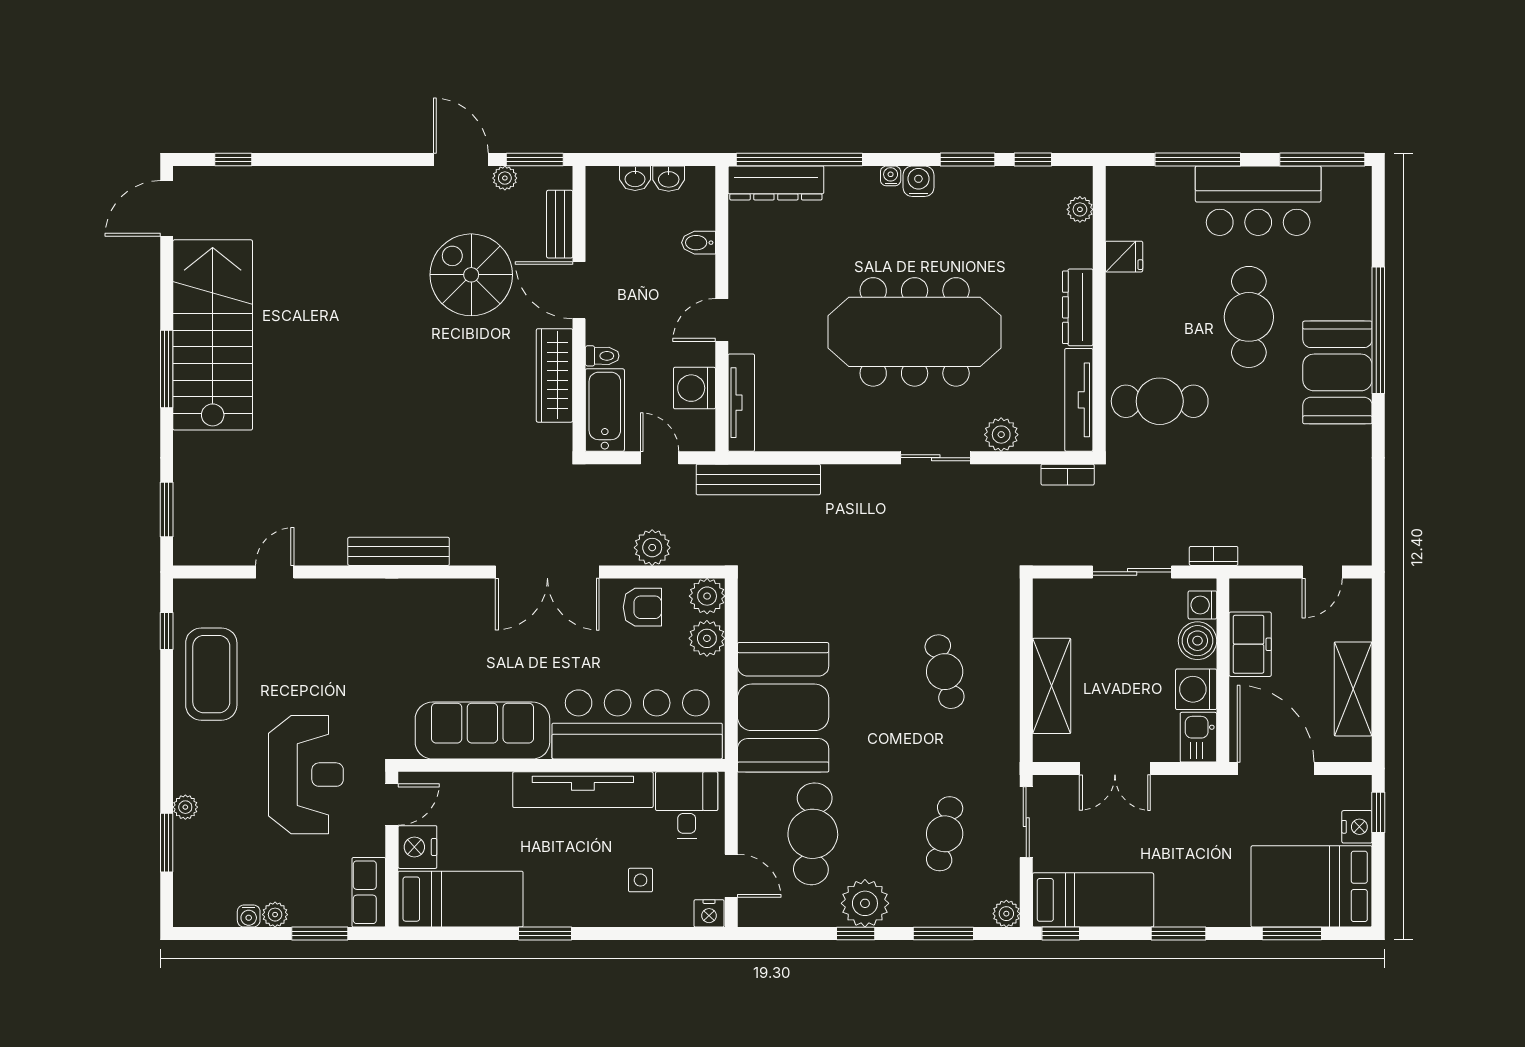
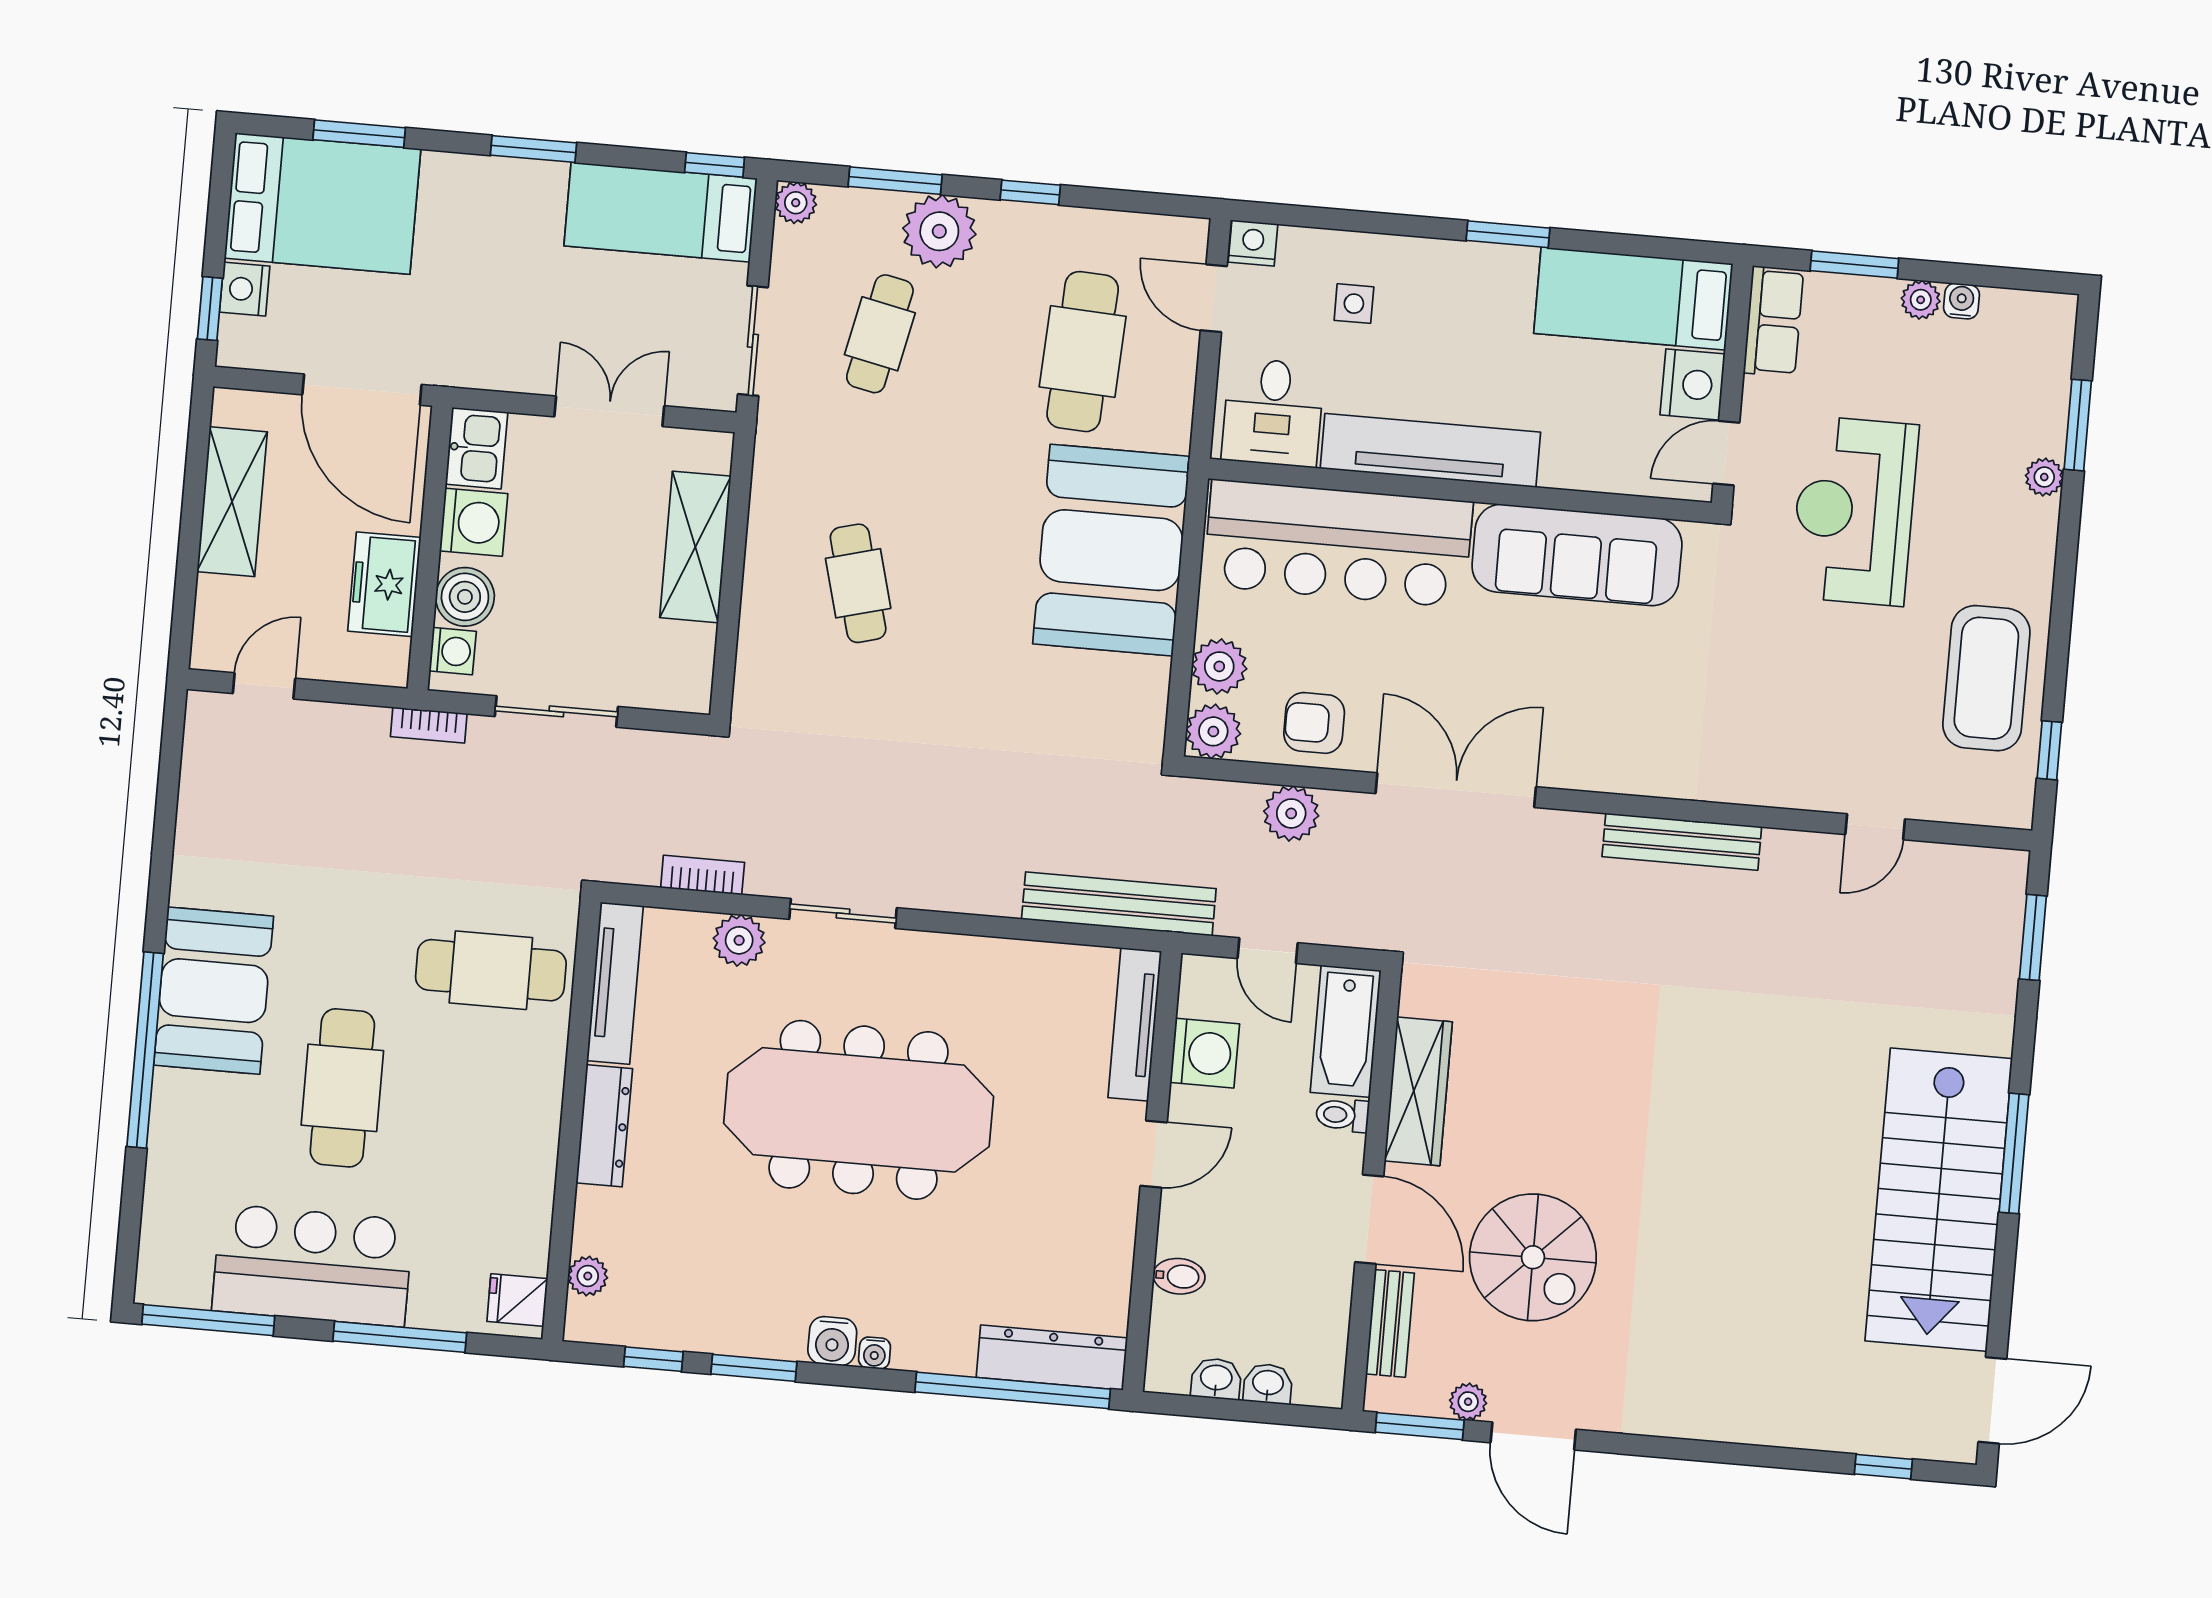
fridge: (1124, 257) -> (517, 1300), moved
bookcase: (1068, 475) -> (703, 875), moved
plant: (865, 903) -> (939, 231), moved

